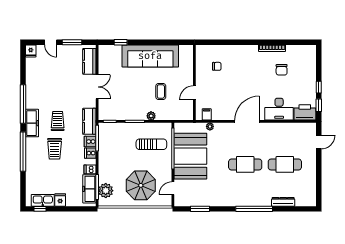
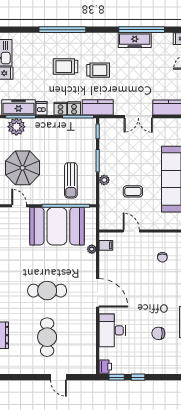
window: (23, 104) -> (142, 30), moved
printer: (305, 112) -> (105, 367), width x0.53, depth x0.68
freezer: (32, 123) -> (135, 40), moved
door: (319, 142) -> (58, 377), moved
cafe table: (245, 164) -> (47, 291), turned 90

